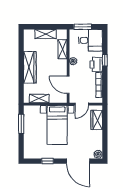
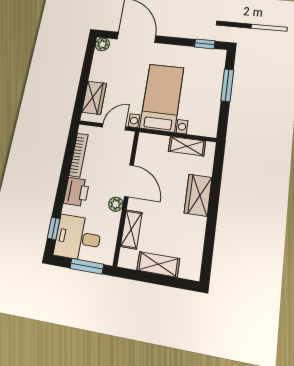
window: (105, 60) -> (54, 228), moved
wardrobe: (30, 67) -> (198, 195), width x0.67
door: (68, 85) -> (129, 181), moved
window: (21, 124) -> (227, 85), moved
window: (48, 161) -> (205, 44), moved

